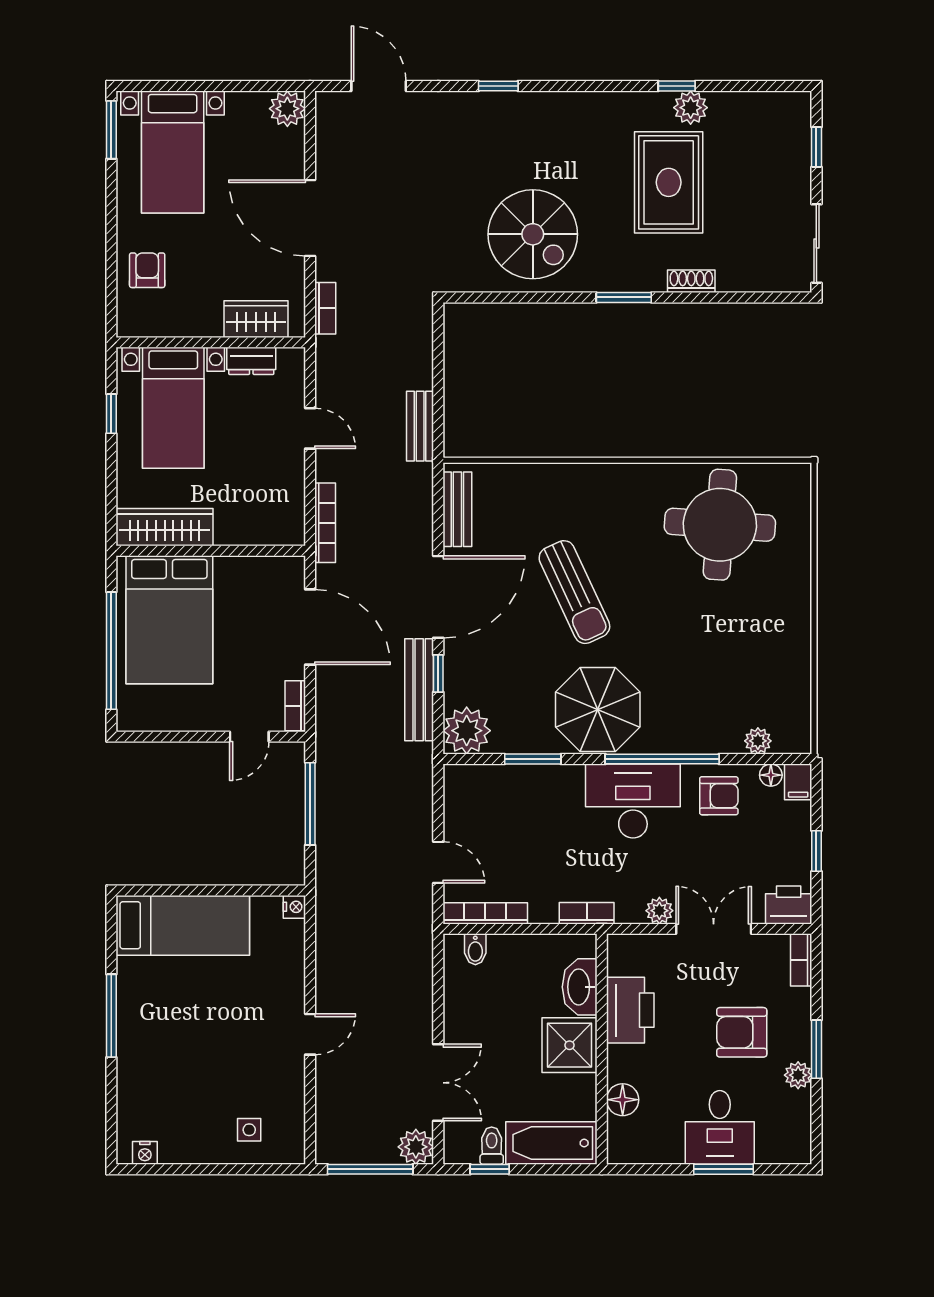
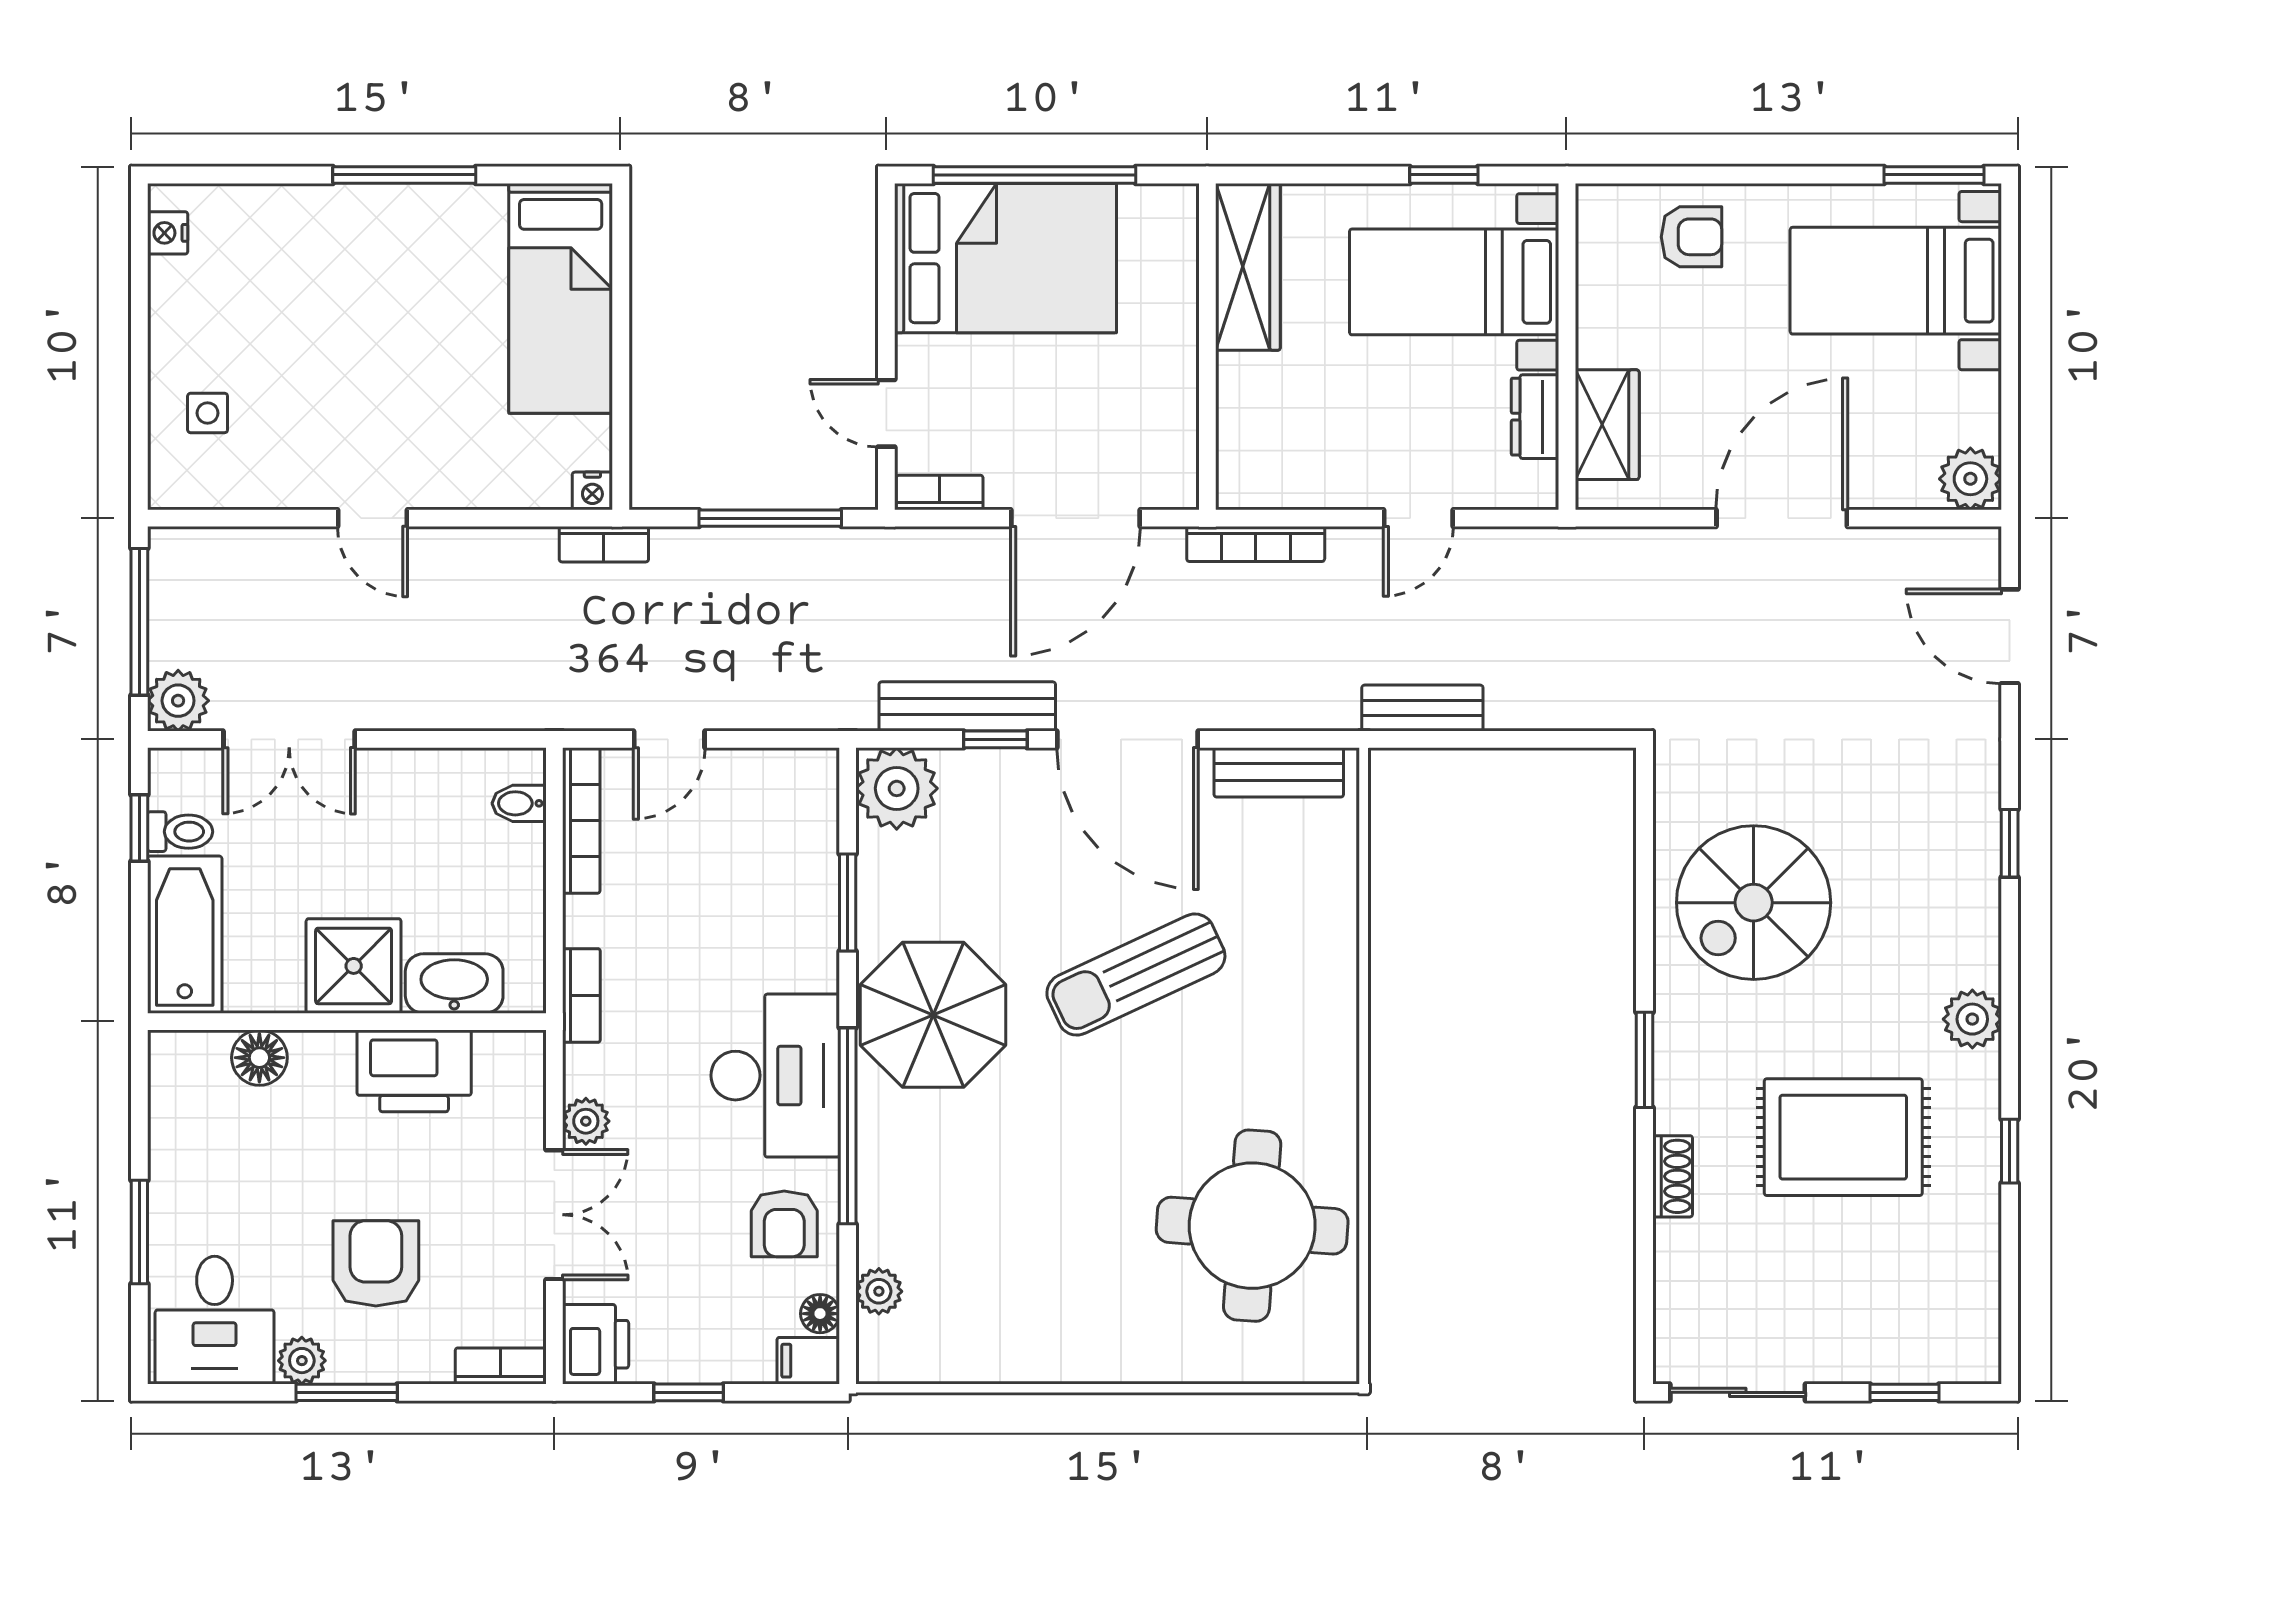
door: (379, 86) -> (2010, 636), swing flipped
plant: (691, 108) -> (1972, 1019), moved
bookcase: (325, 308) -> (604, 544), moved
bed: (169, 620) -> (1005, 258), moved, turned 180
desk: (720, 1127) -> (215, 1320), moved, turned -90

